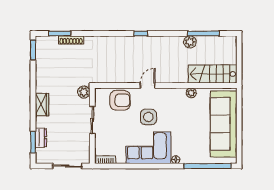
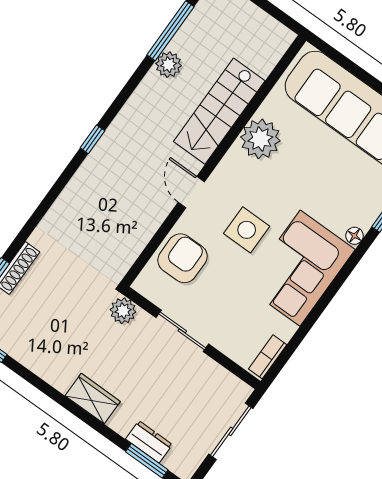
stairs: (213, 74) -> (219, 111), moved
plant: (191, 93) -> (260, 139), width x1.87, depth x1.87

